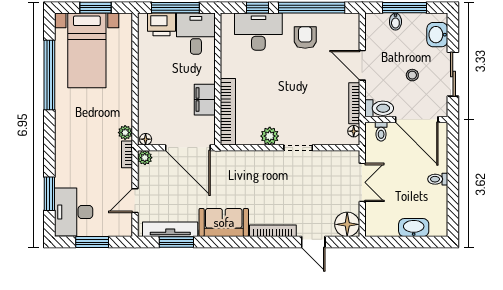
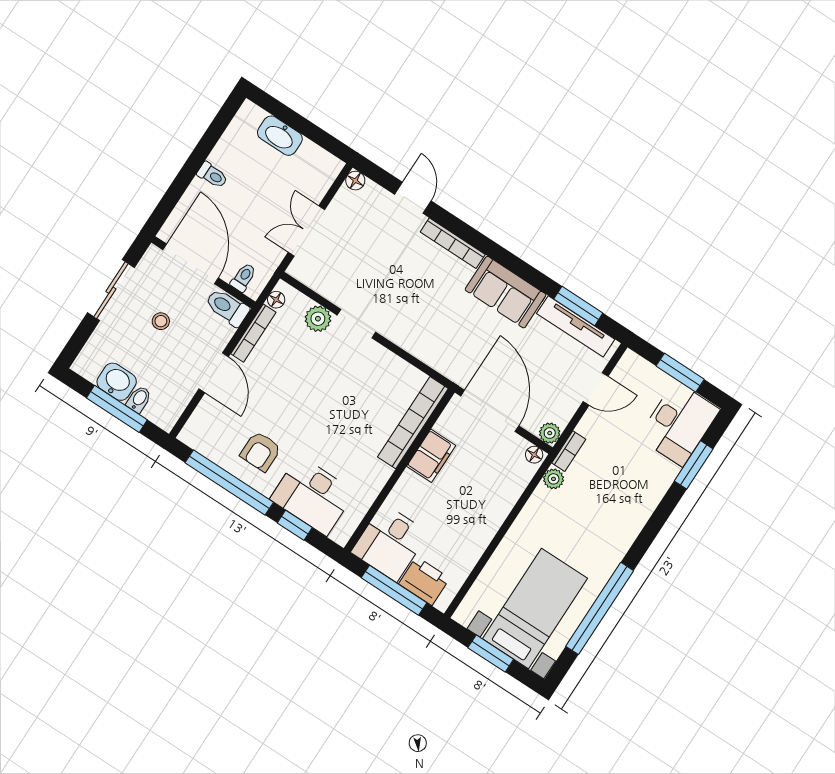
washbasin: (437, 35) -> (117, 382), moved, turned -90
plant: (270, 136) -> (318, 319), moved
floor lamp: (347, 224) -> (355, 181), width x0.53, depth x0.53

